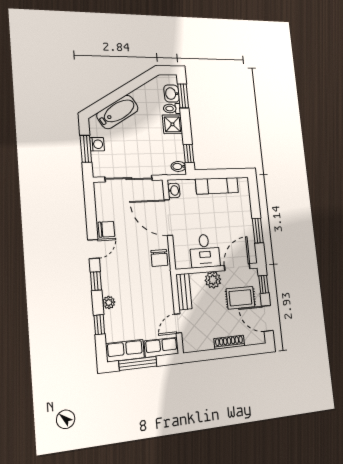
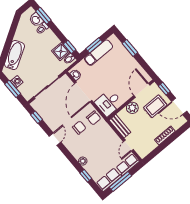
shower: (172, 124) -> (61, 51), moved
window: (218, 174) -> (94, 45), added
door: (168, 218) -> (83, 92), hinge flipped
chair: (106, 229) -> (79, 128), moved
window: (258, 231) -> (130, 48), moved
desk: (205, 251) -> (109, 103), moved, turned 90
window: (96, 281) -> (37, 117), moved

